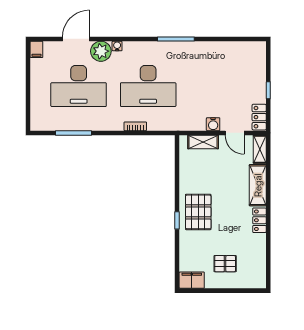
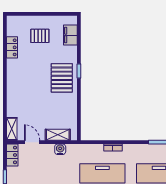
water cooler: (213, 124) -> (60, 149), moved
shelving: (258, 185) -> (13, 100), removed
locker: (259, 220) -> (12, 47), moved
filing cabinet: (192, 280) -> (70, 35), moved, turned 90

